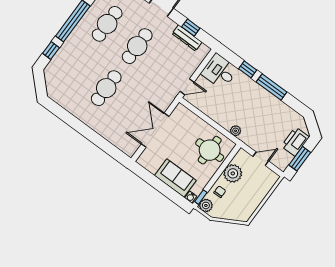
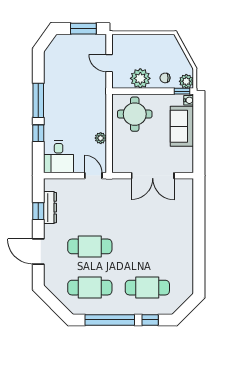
cafe table: (106, 88) -> (147, 288), moved
plant: (236, 131) -> (101, 138), moved
printer: (295, 142) -> (71, 44), removed

